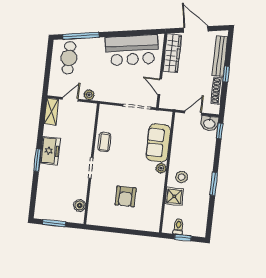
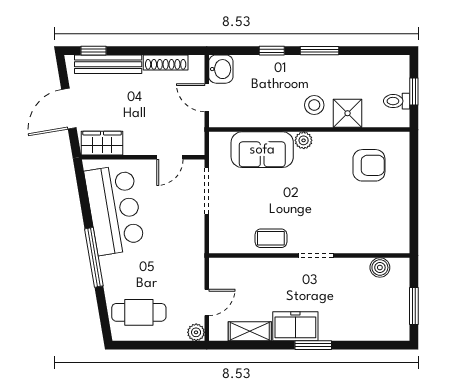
window: (81, 36) -> (94, 257), moved
wardrobe: (172, 53) -> (102, 143), width x0.67
window: (226, 74) -> (93, 51), moved
plant: (89, 95) -> (196, 332), moved
door: (70, 99) -> (207, 302), swing flipped
shelving: (51, 111) -> (250, 331), moved
window: (220, 131) -> (272, 51), moved
armchair: (126, 196) -> (369, 165), moved

